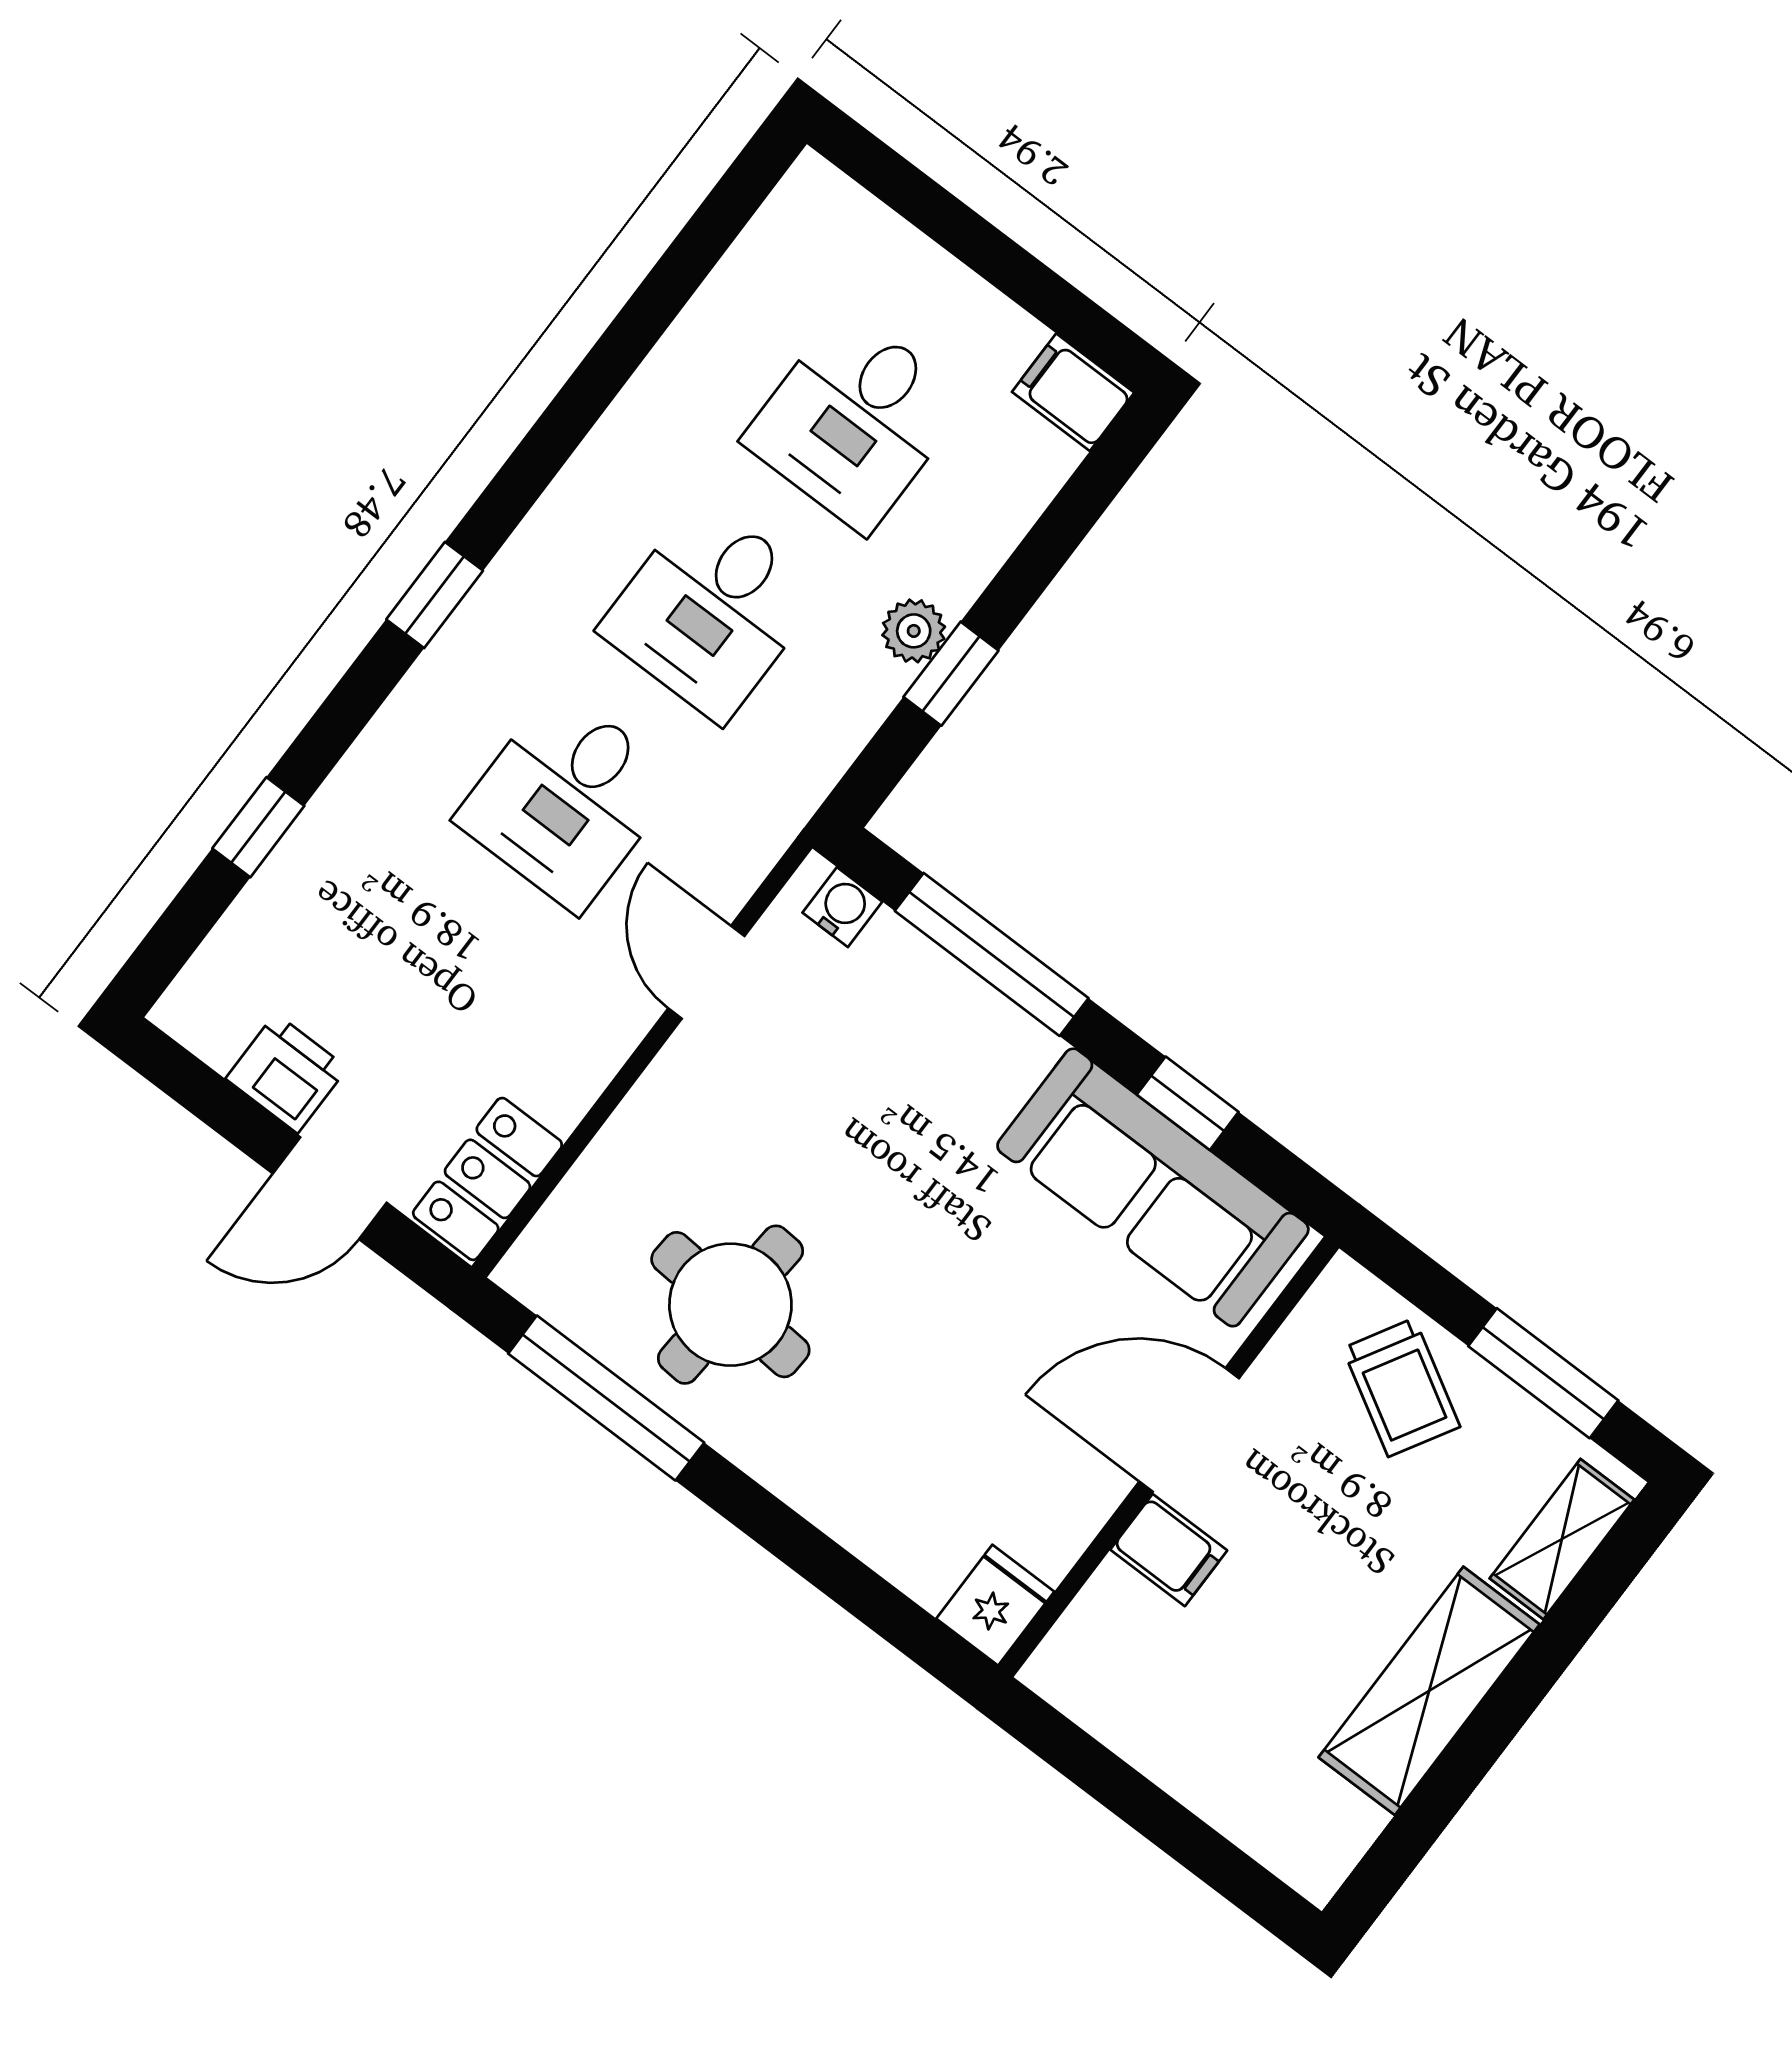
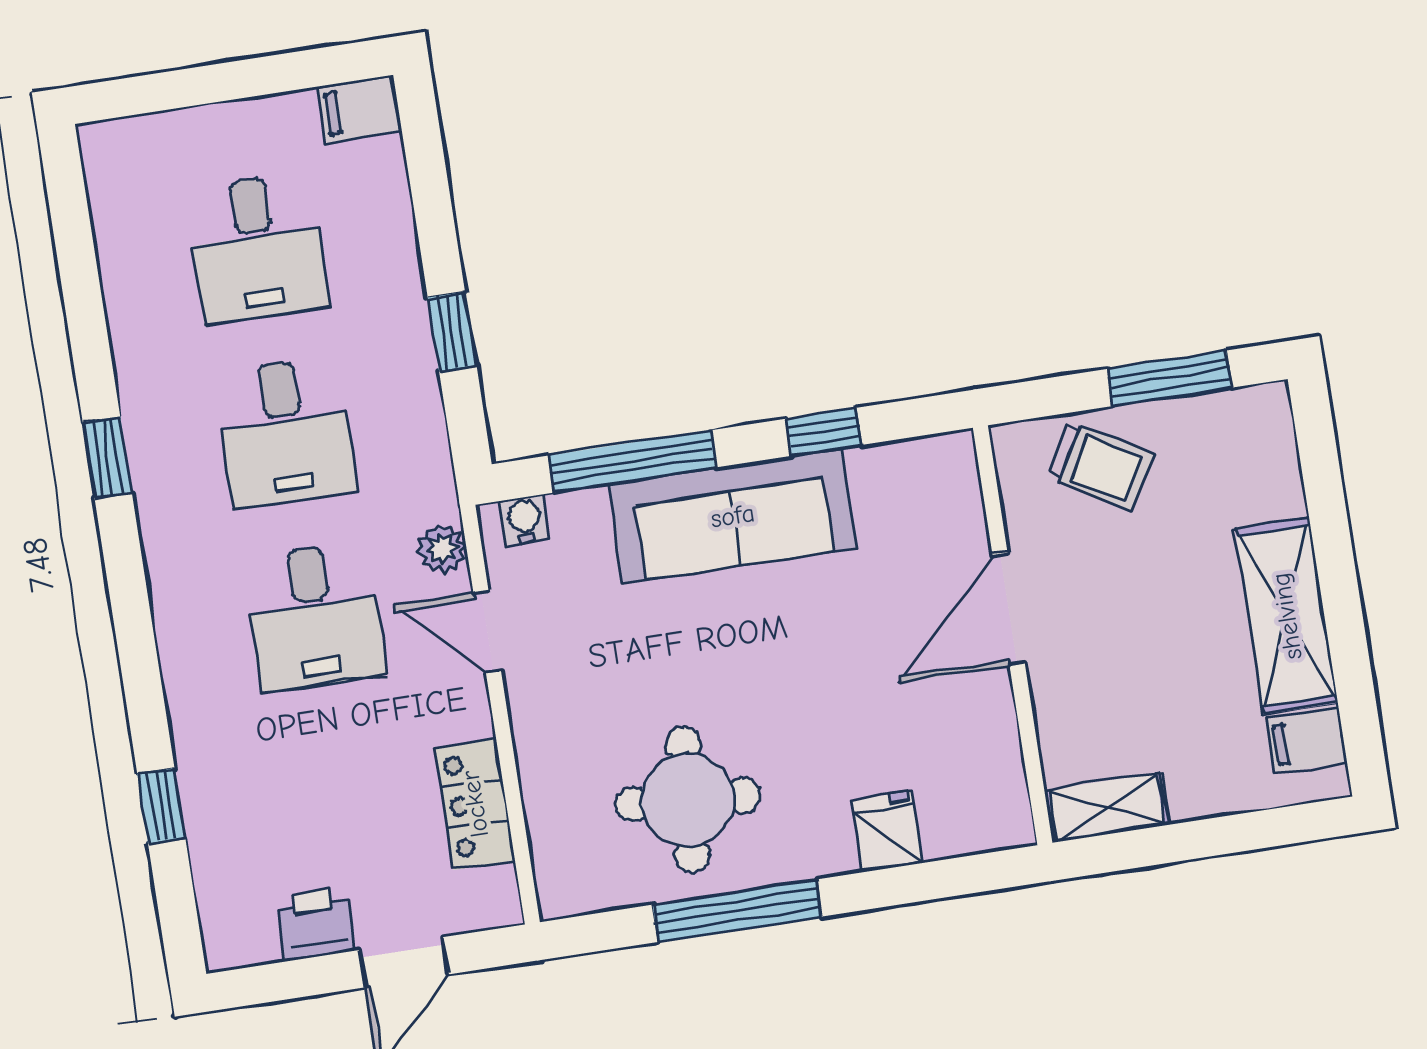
window: (435, 595) -> (107, 457), moved
plant: (914, 631) -> (442, 549), moved
locker: (487, 1179) -> (475, 804), moved
sofa: (1153, 1187) -> (733, 516), moved
window: (606, 1398) -> (737, 911), moved
shelving: (1562, 1539) -> (1107, 808), moved, turned 90
filing cabinet: (1169, 1550) -> (1307, 741), moved, turned 180
fridge: (995, 1605) -> (888, 832), moved

